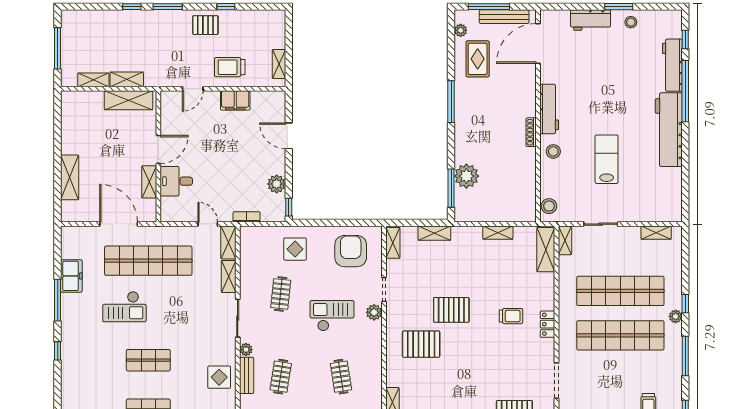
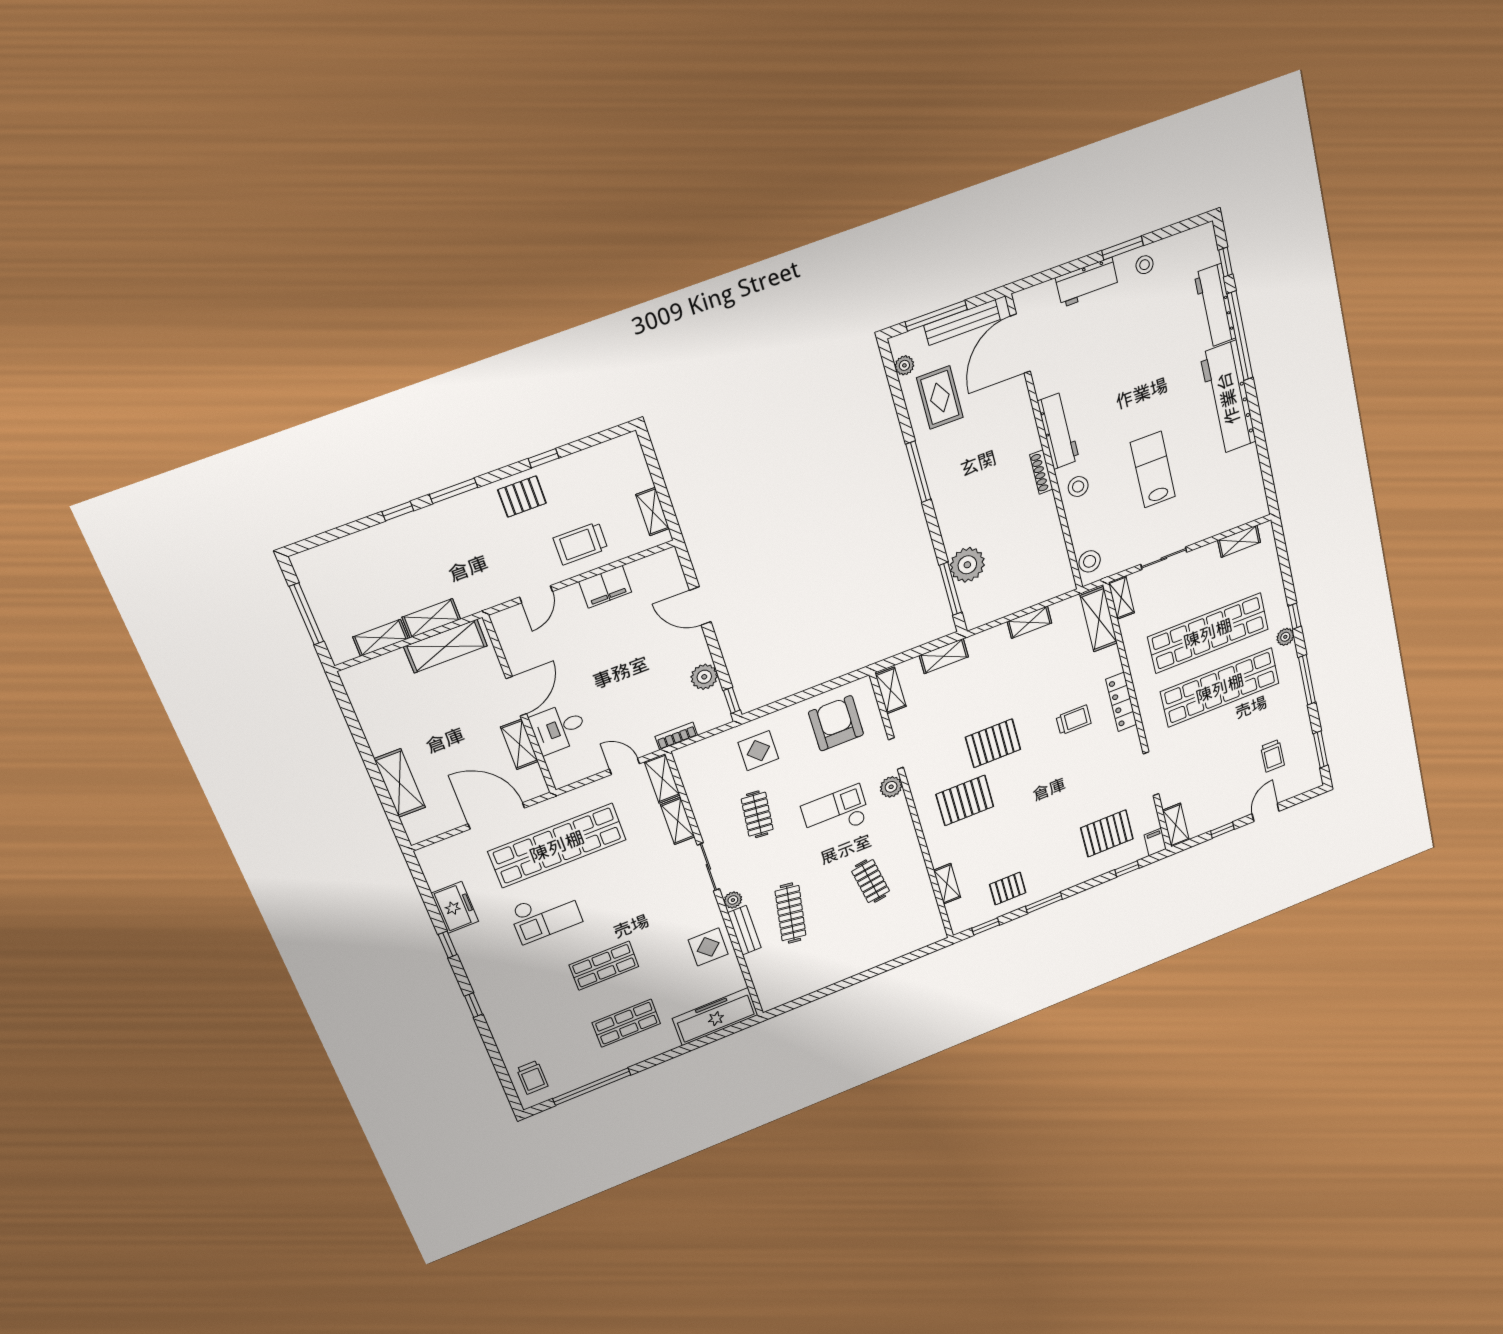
window: (58, 300) -> (448, 945), width x0.46
locker: (548, 324) -> (1121, 702), width x1.53
clothes rail: (281, 377) -> (791, 913), width x1.36

